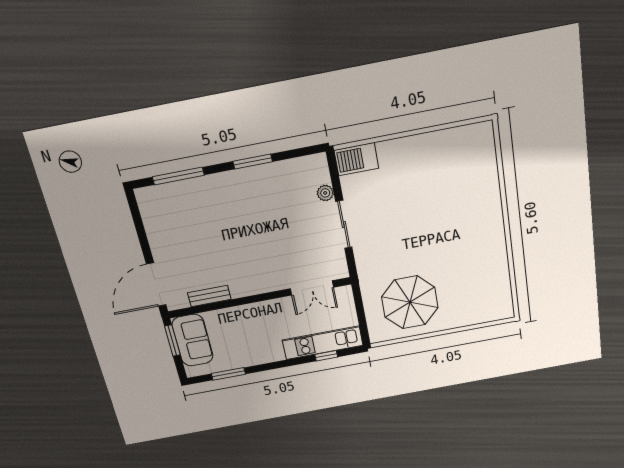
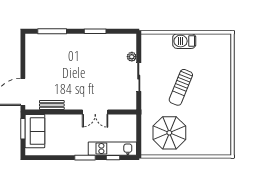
barbecue: (356, 159) -> (184, 41), moved
sun lounger: (418, 228) -> (181, 87), added
double door: (312, 288) -> (95, 112), moved
window: (228, 374) -> (85, 158), moved

